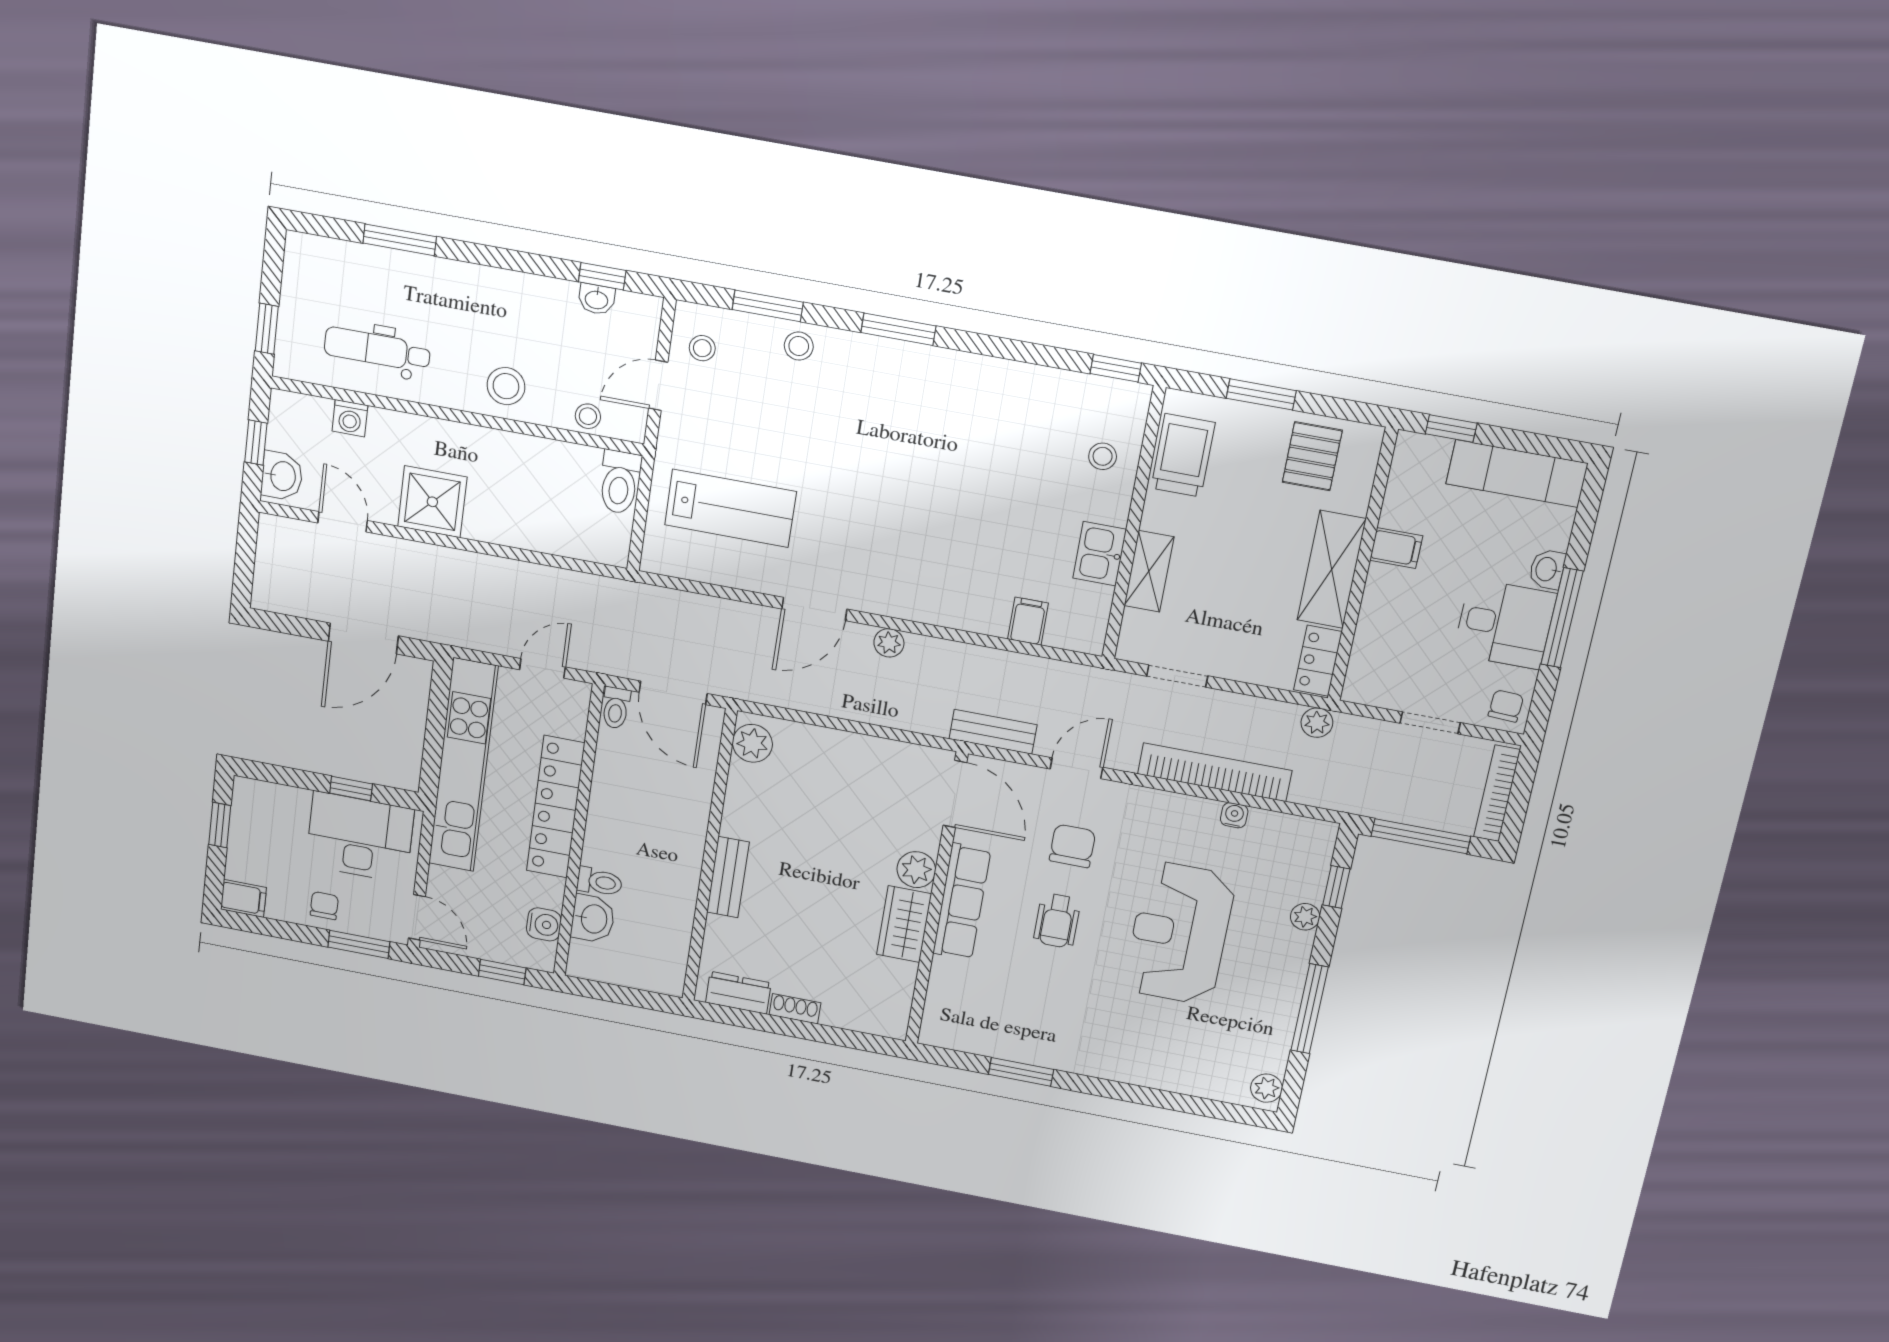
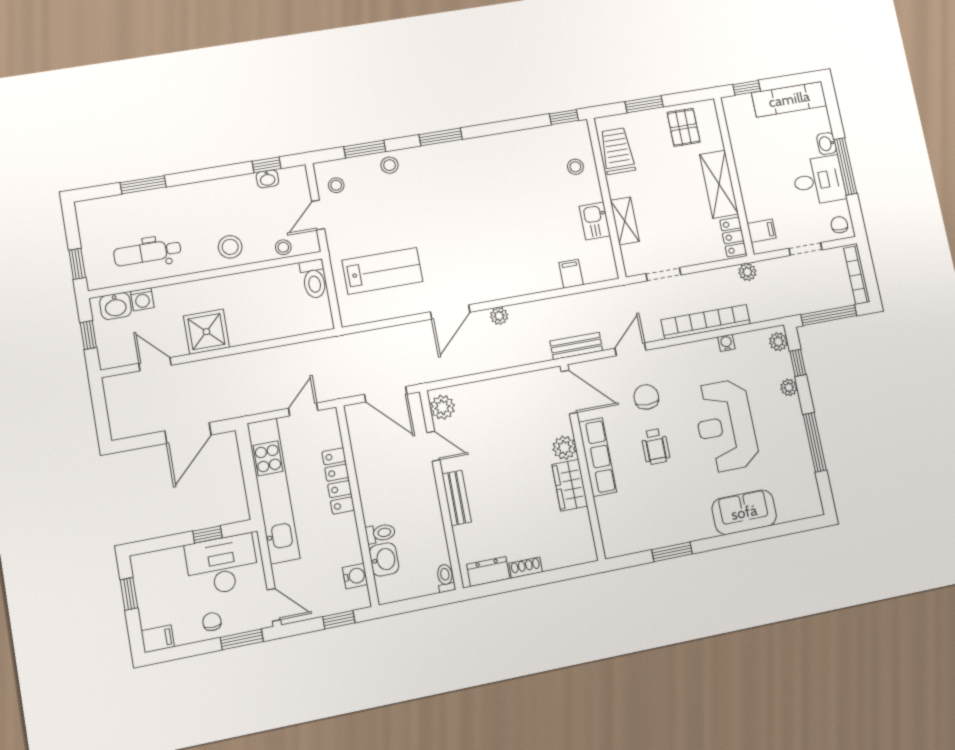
washbasin: (282, 476) -> (116, 306), moved, turned 90
filing cabinet: (1396, 548) -> (762, 231), moved
toilet: (616, 708) -> (446, 578), moved, turned 180
door: (719, 793) -> (433, 446), added
locker: (556, 807) -> (338, 481), width x0.71, depth x0.83
sofa: (1154, 1062) -> (744, 512), added
plant: (1266, 1088) -> (778, 342), moved

